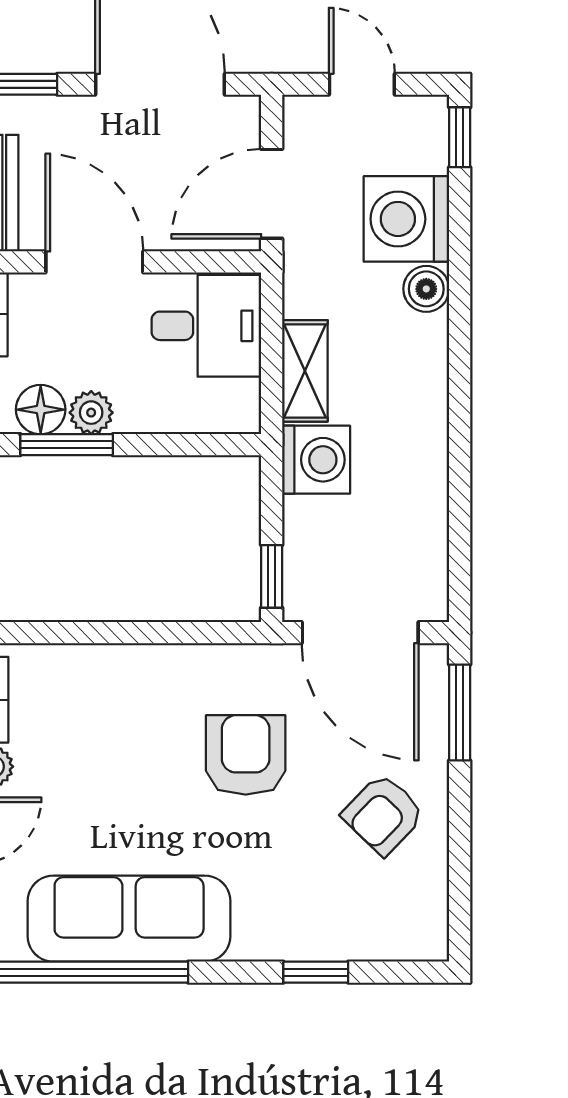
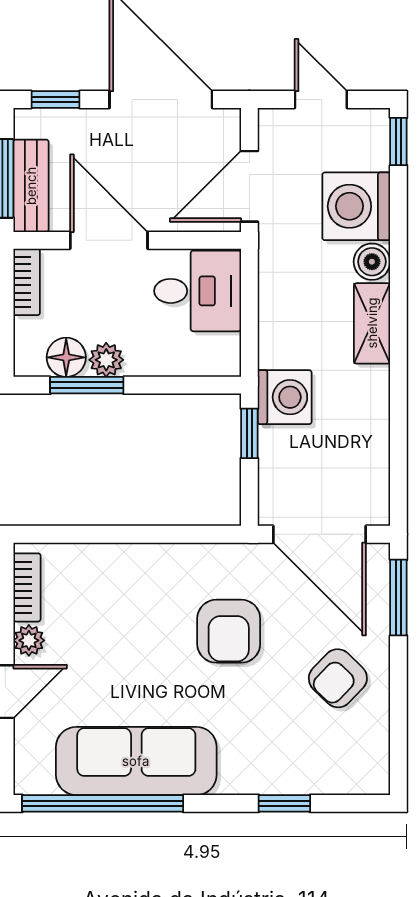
shelving: (305, 371) -> (372, 323), moved
window: (272, 576) -> (249, 433), moved
armchair: (246, 755) -> (229, 631), turned 180

